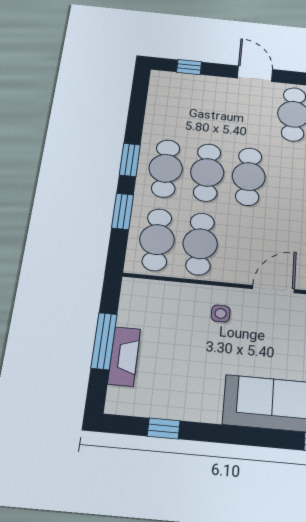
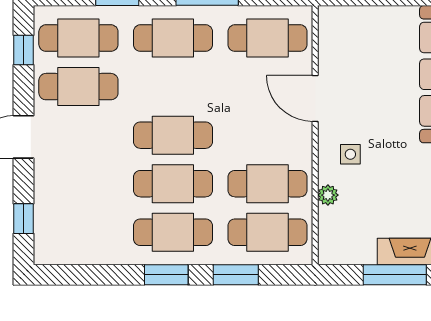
plant: (185, 291) -> (328, 195), added

